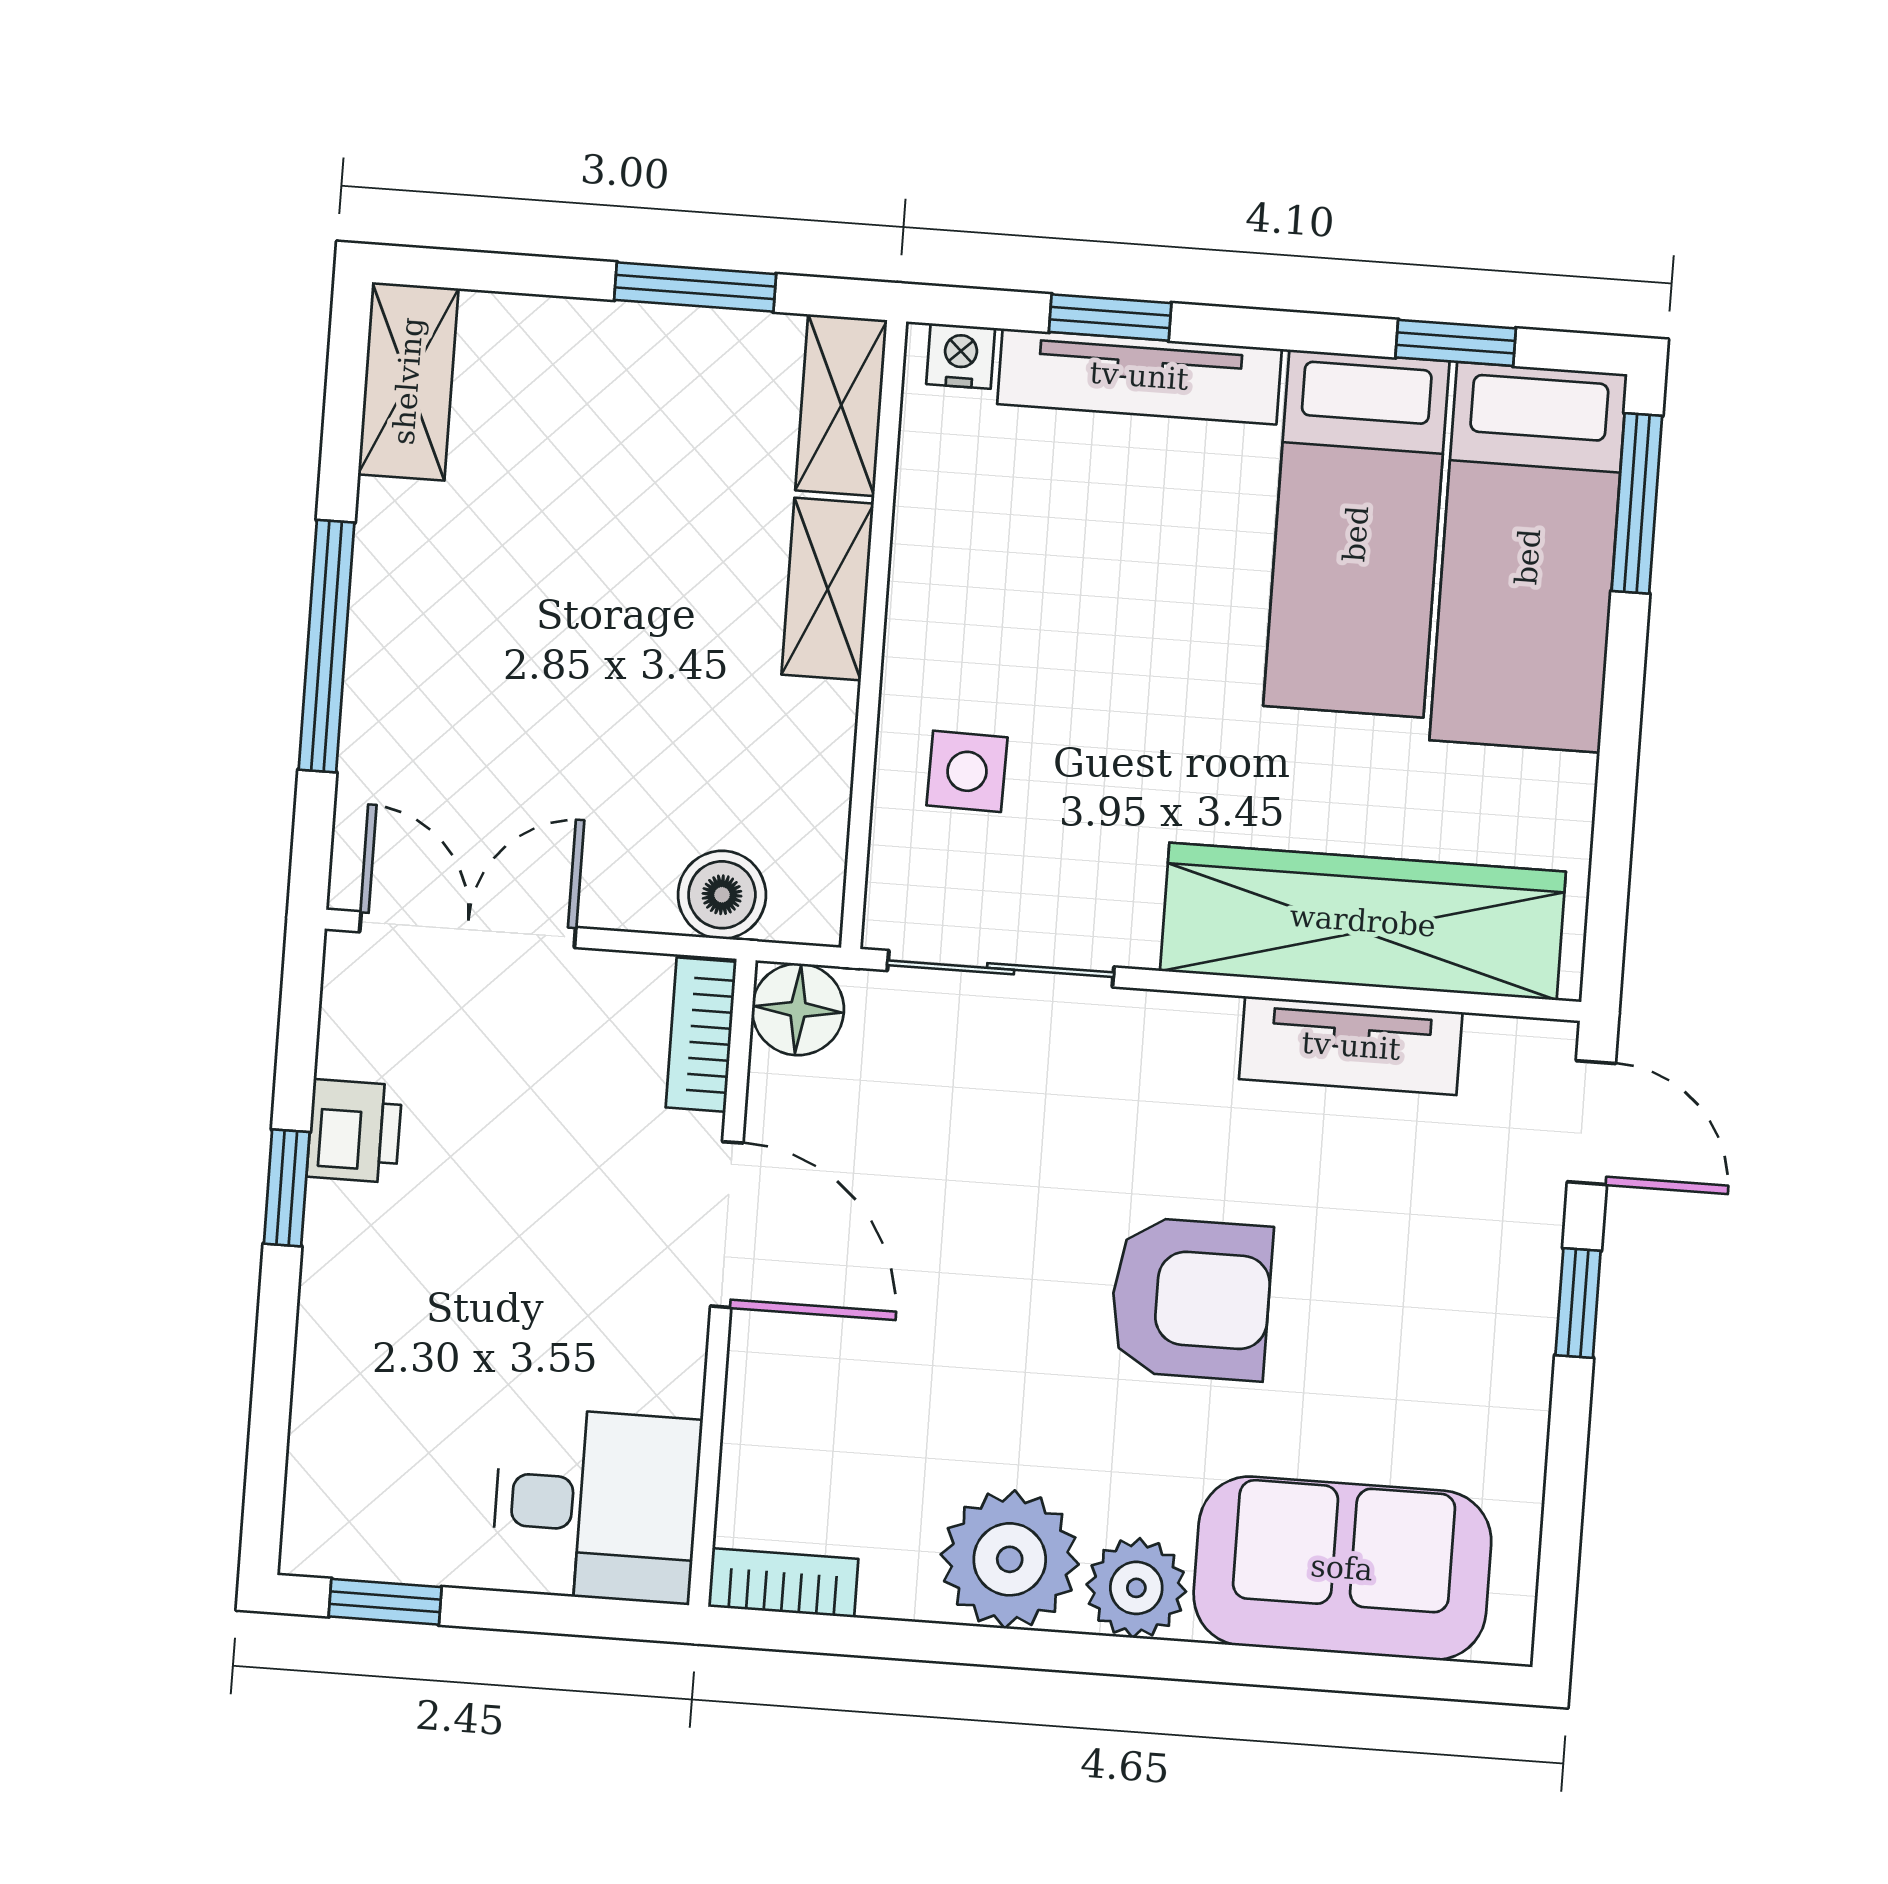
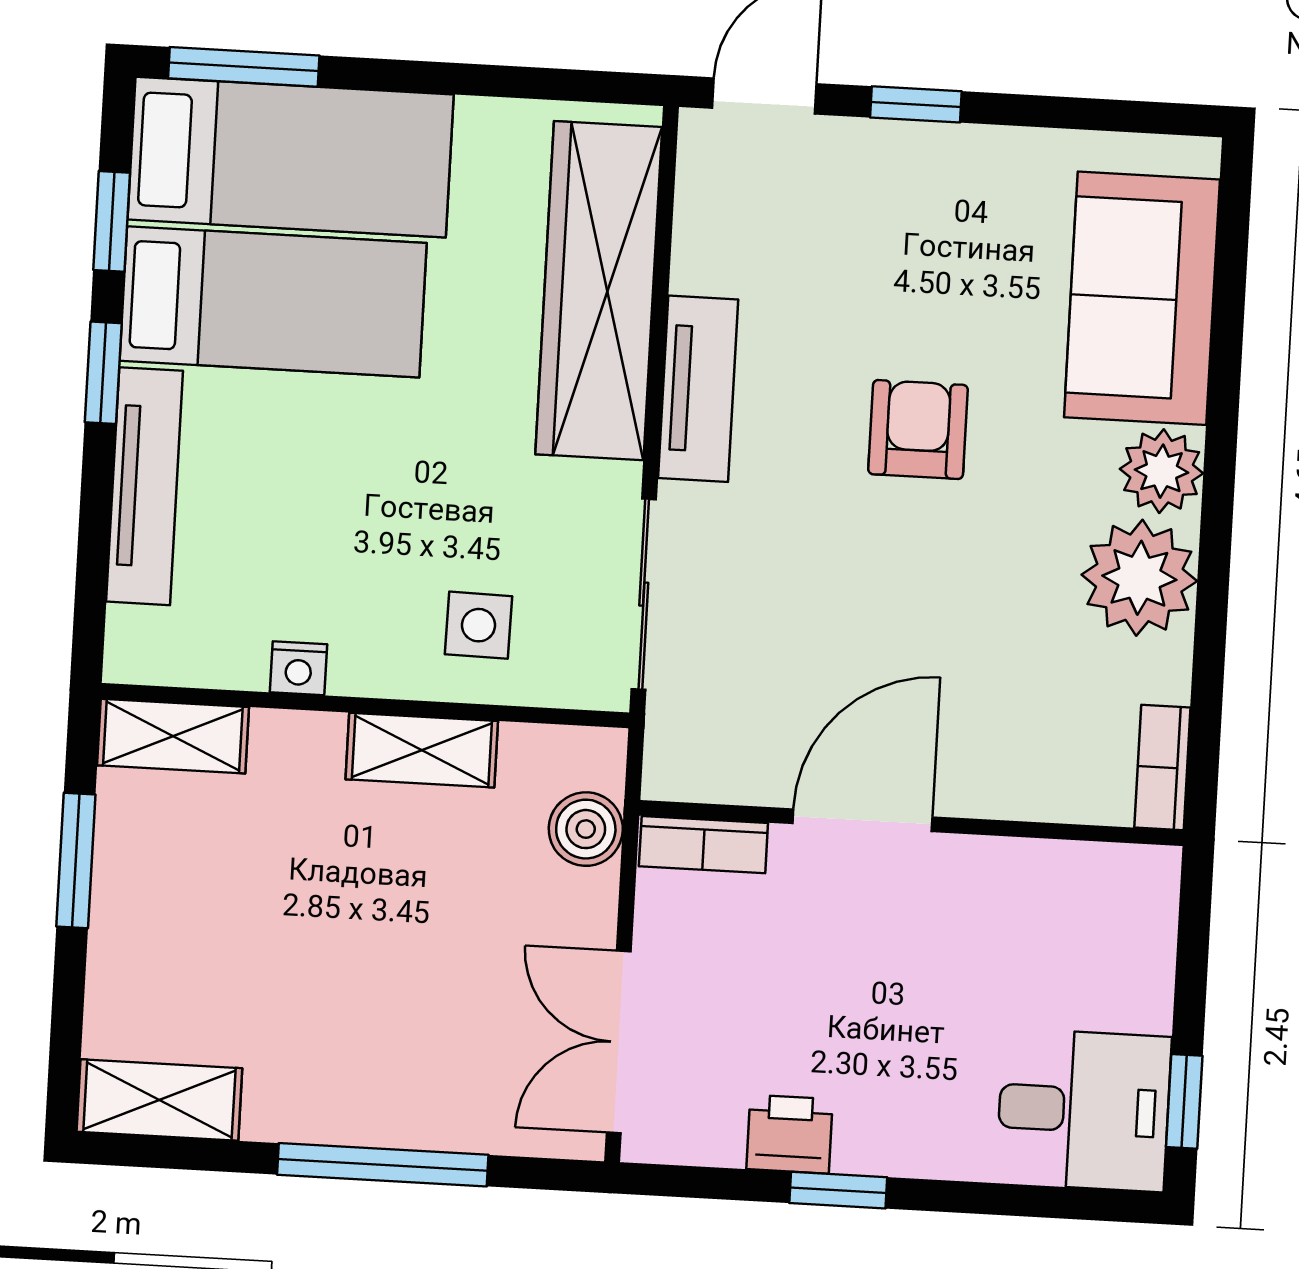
window: (1110, 317) -> (103, 373), moved
nightstand: (961, 356) -> (298, 668), moved, turned -90
shelving: (828, 589) -> (422, 750), moved
floor lamp: (798, 1009) -> (681, 764), removed
tv unit: (1351, 1046) -> (698, 389), moved
armchair: (1191, 1299) -> (918, 430), width x0.72, depth x0.72
desk: (596, 1505) -> (1084, 1110), moved, turned 90

